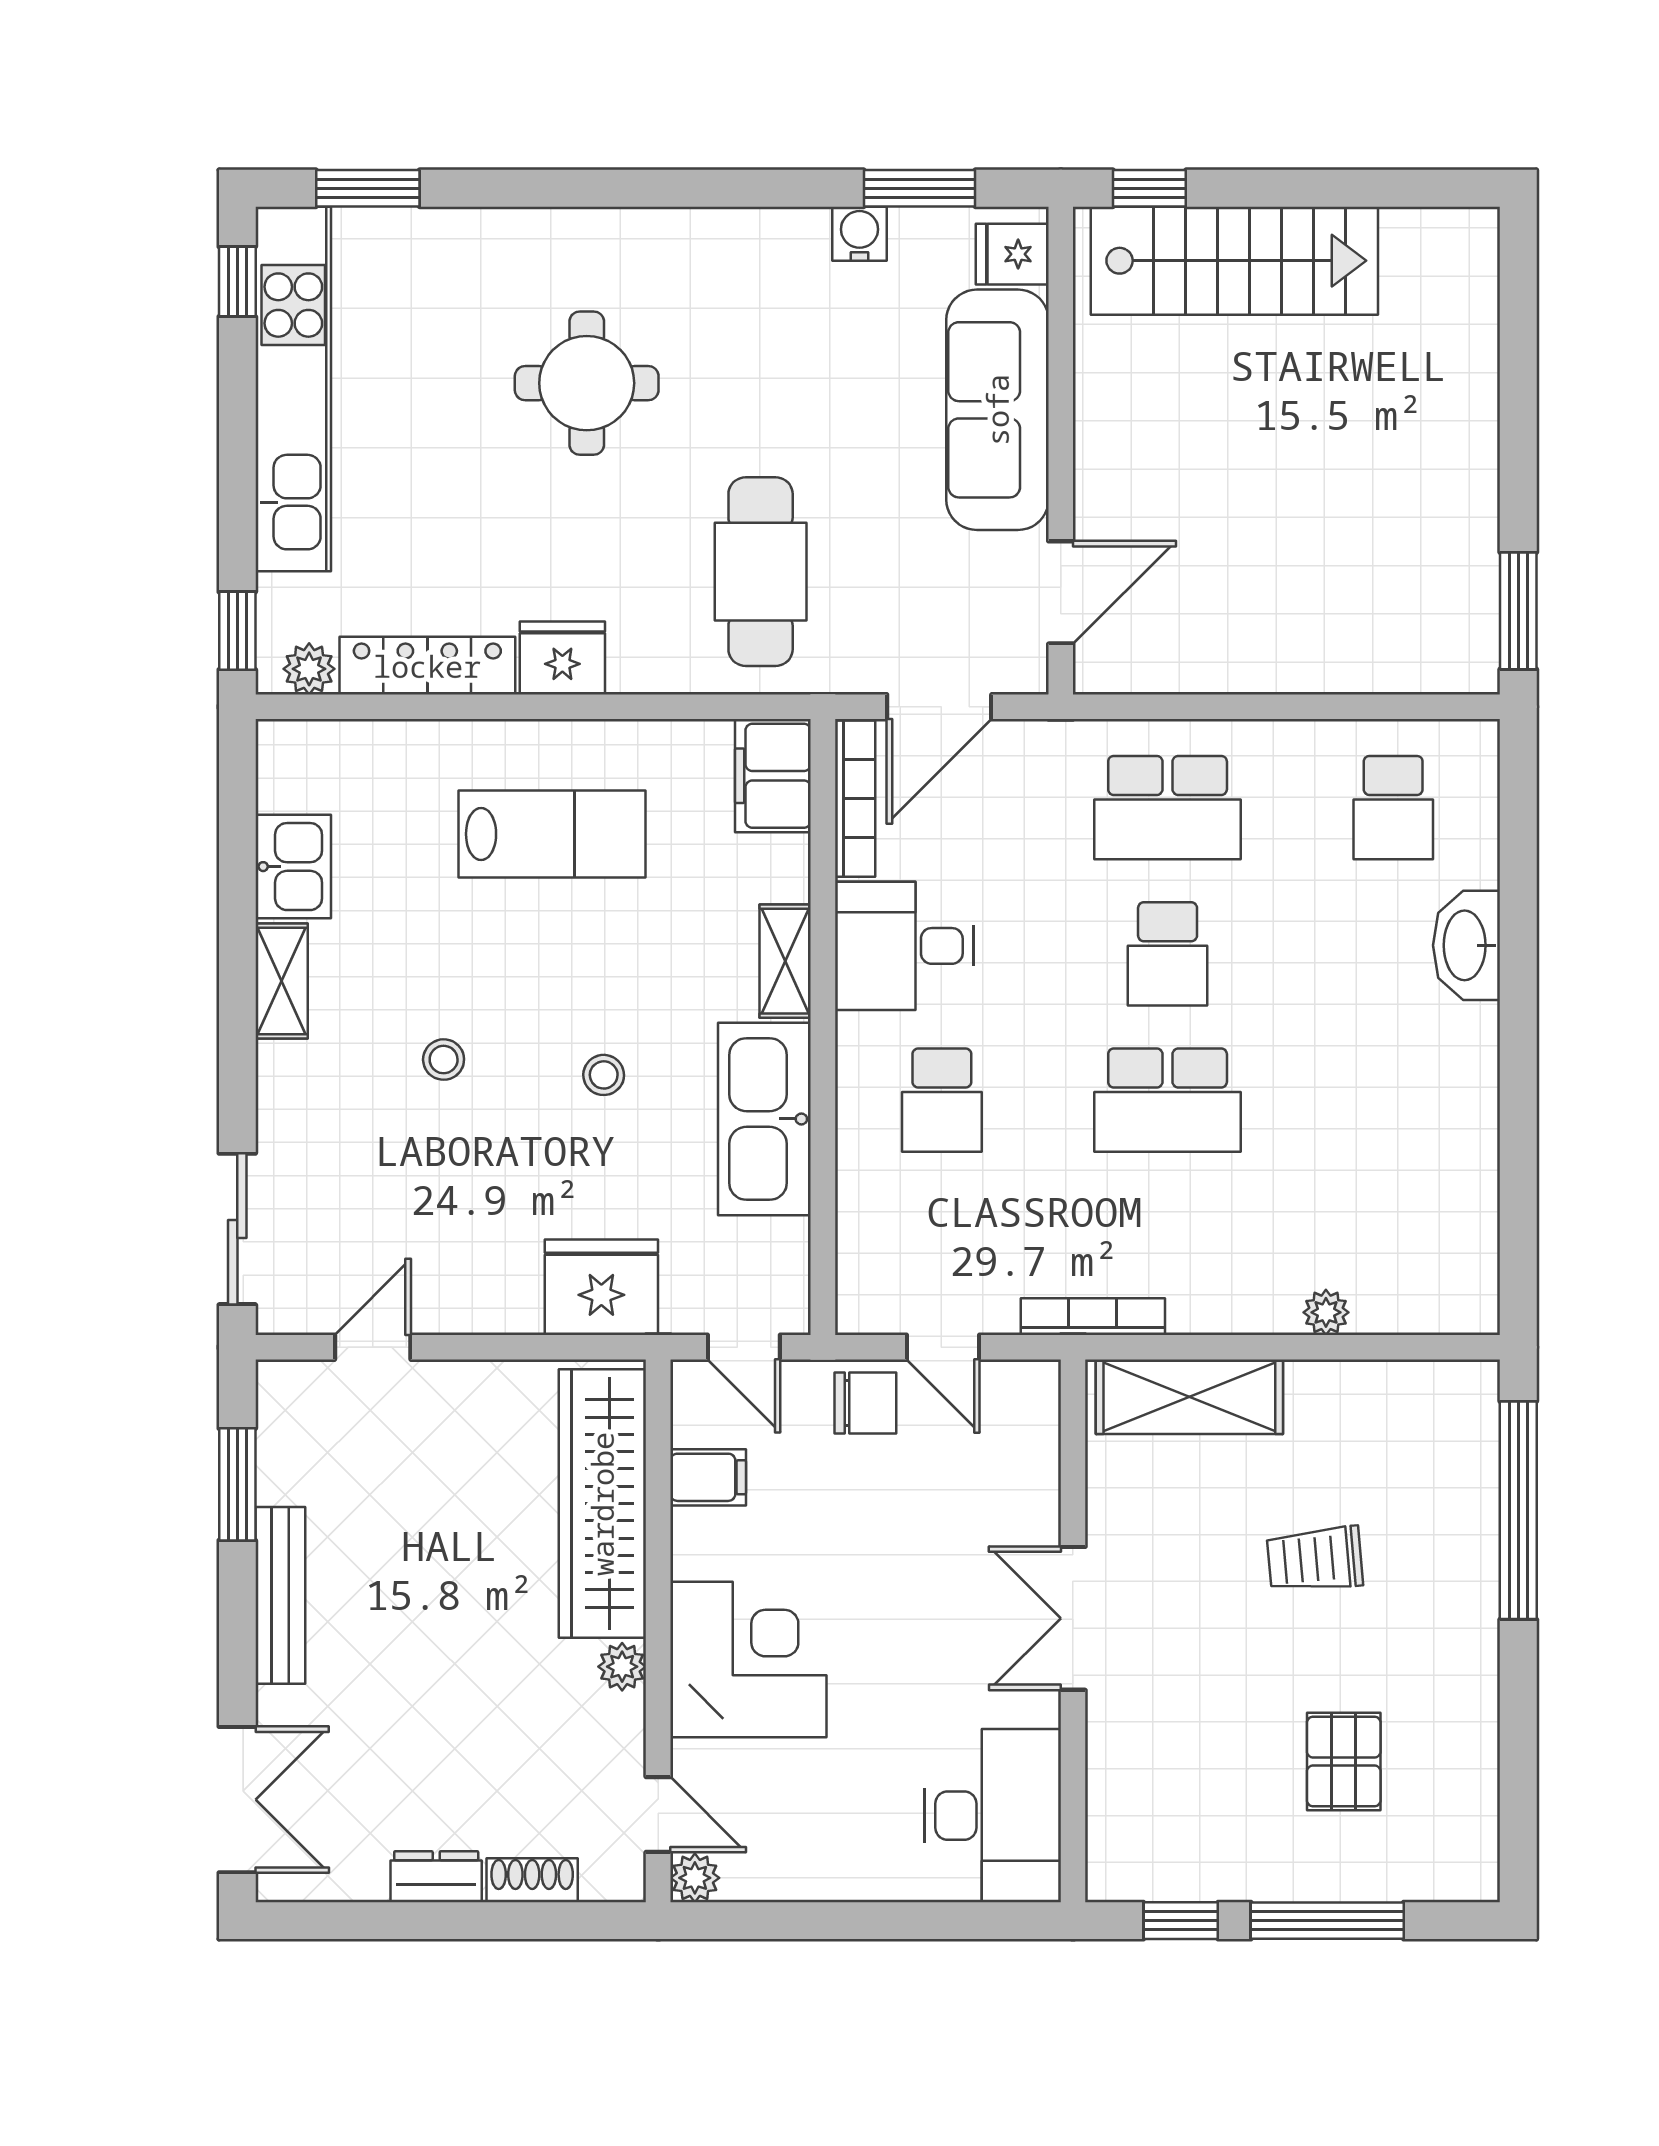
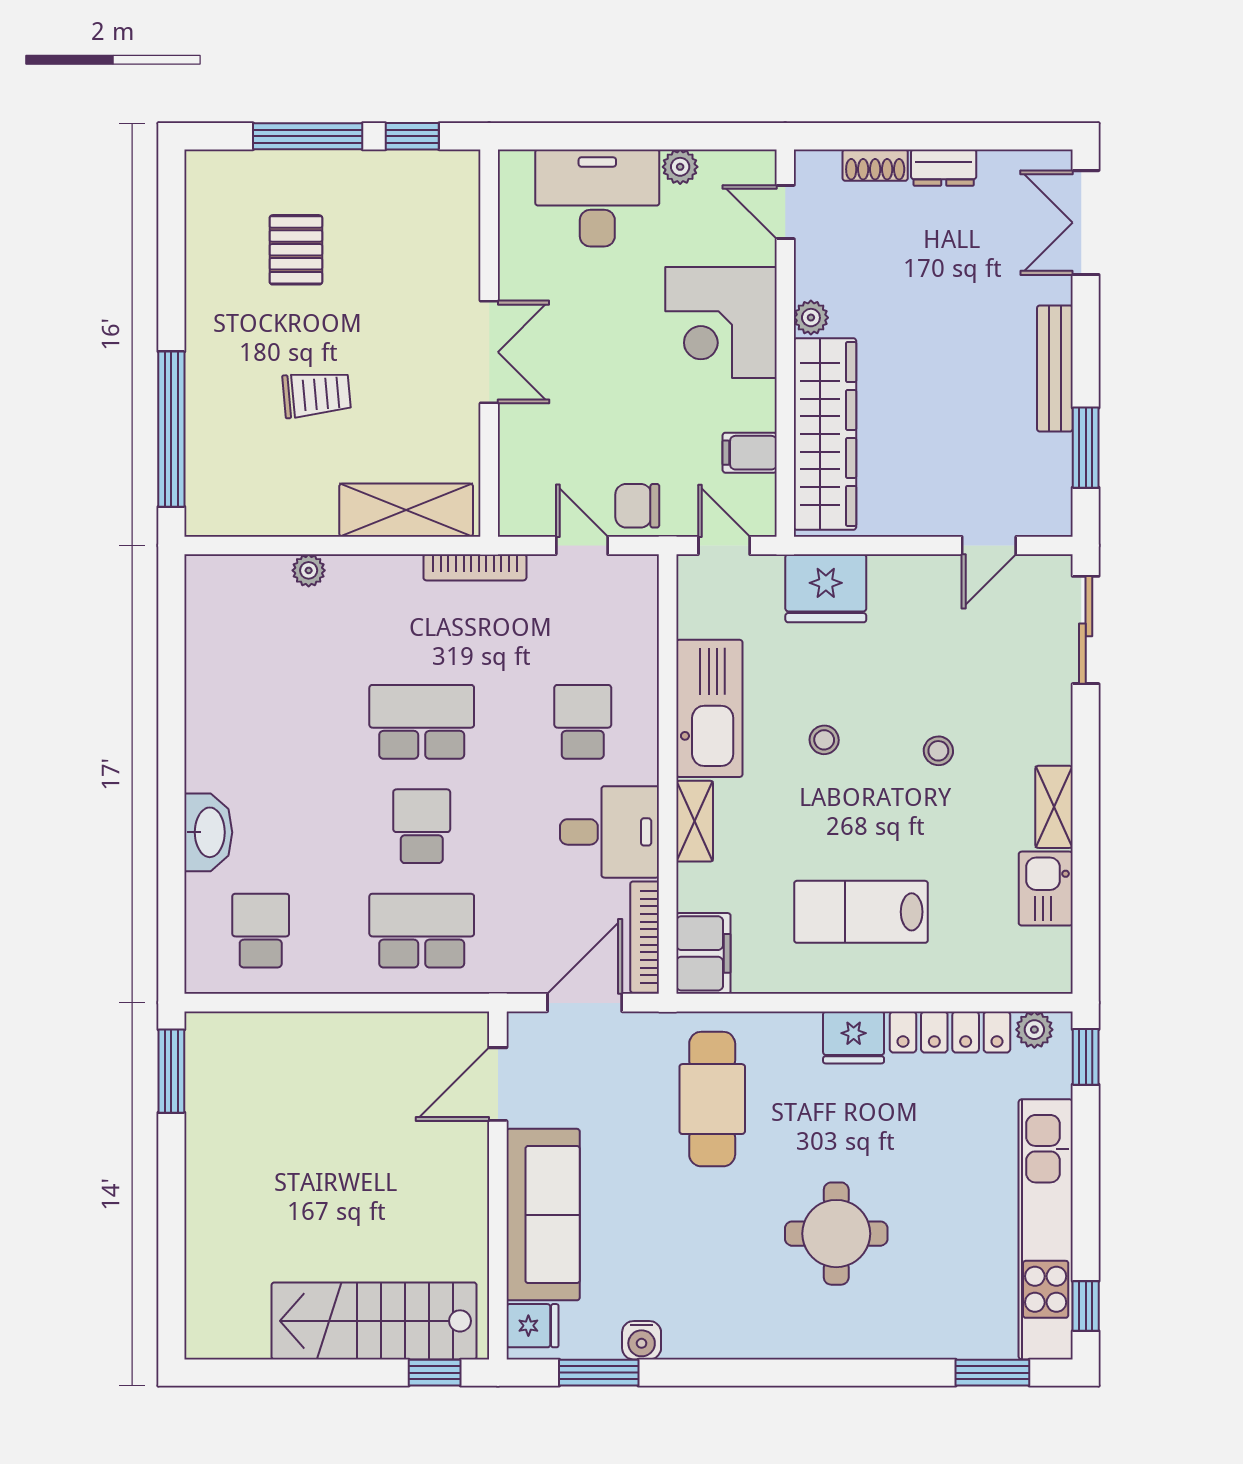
desk: (993, 1816) -> (597, 198), moved, turned 90
plant: (695, 1878) -> (680, 167), moved

